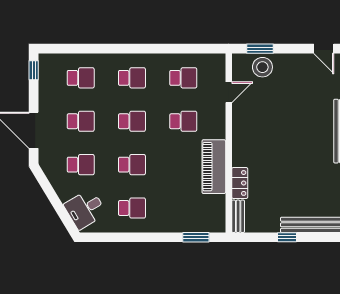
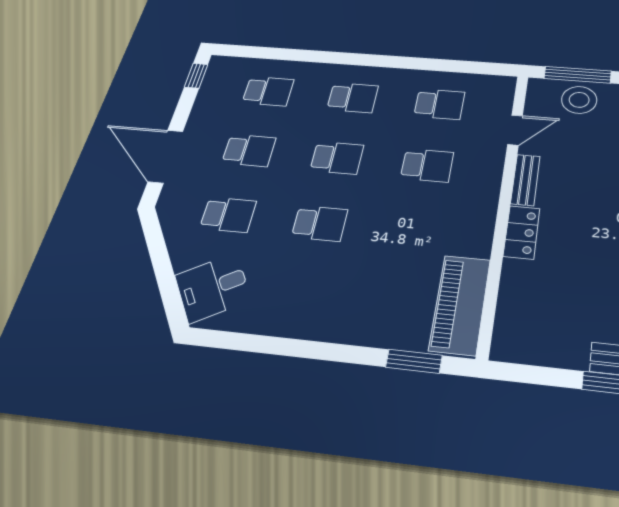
window: (260, 49) -> (578, 75), width x1.44
piano: (214, 167) -> (460, 304), moved
locker: (240, 183) -> (522, 232), moved
school desk: (132, 208) -> (301, 295), removed
bench: (238, 216) -> (525, 180), moved

